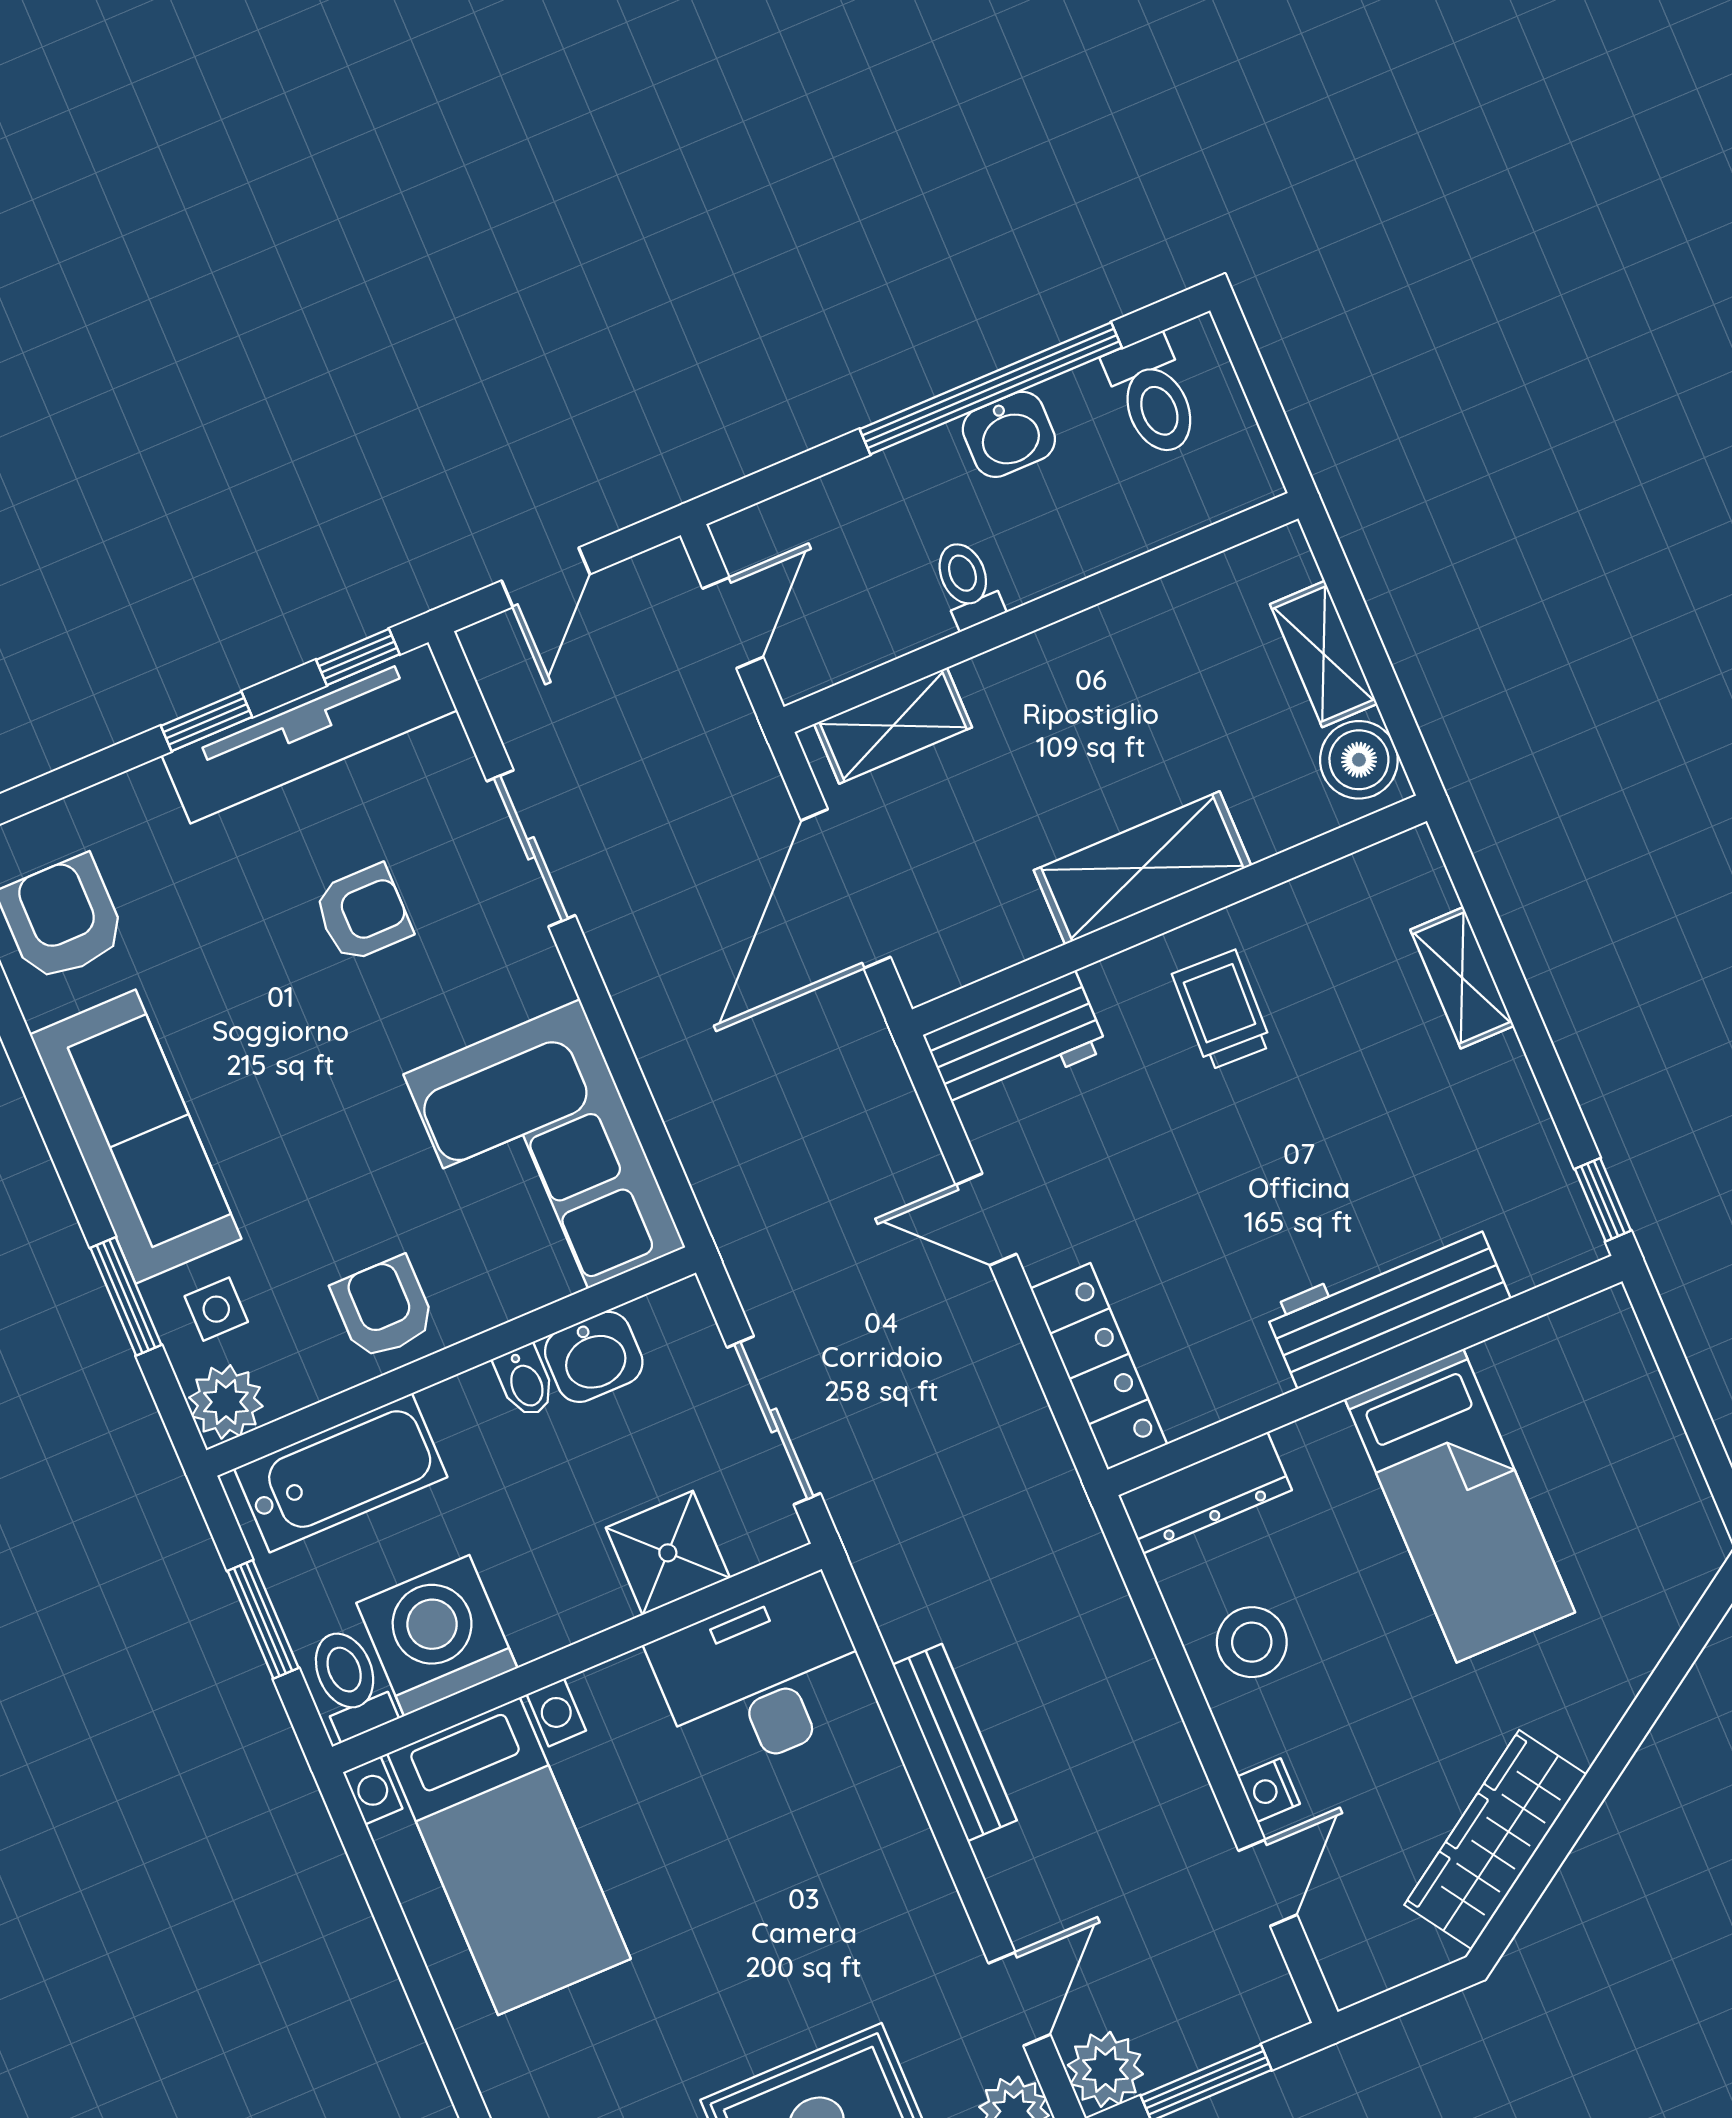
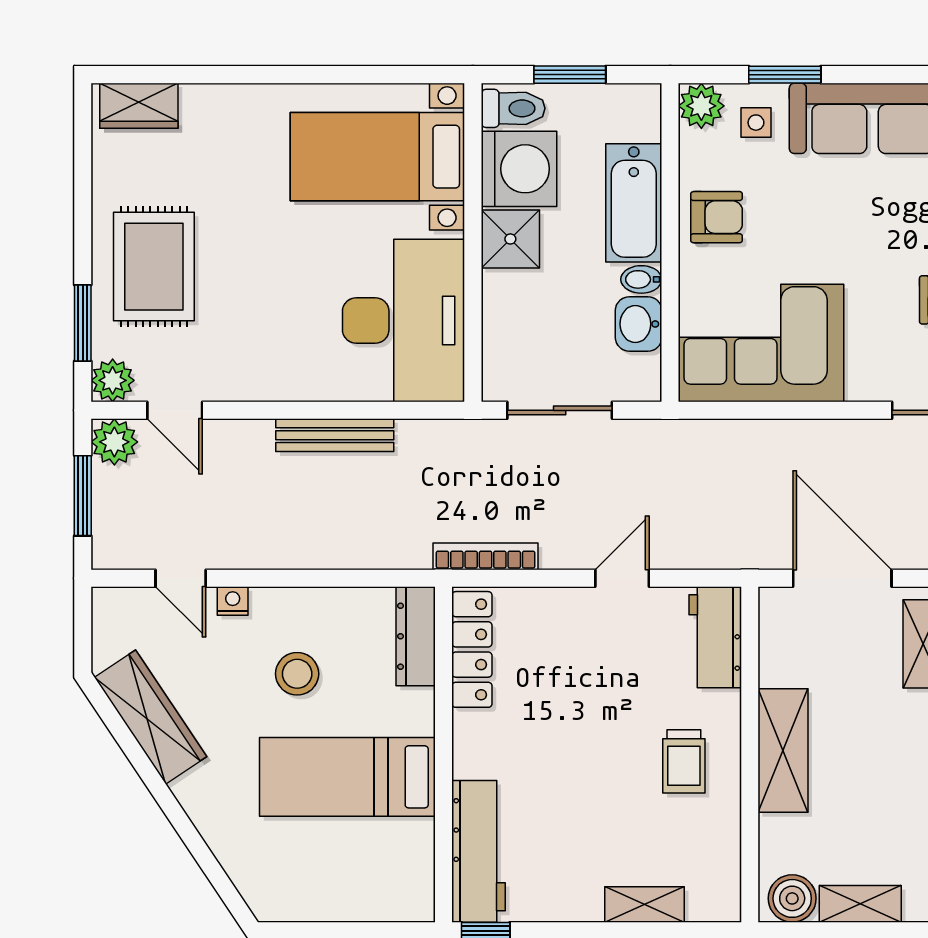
trolley: (1222, 1010) -> (684, 761), turned 88
workbench: (1387, 1304) -> (479, 851), moved
locker: (1099, 1366) -> (472, 649), moved, turned -90
bookcase: (1041, 1439) -> (486, 556), added
bathtub: (341, 1473) -> (634, 203), moved
shower: (668, 1553) -> (510, 239), moved
stool: (1252, 1642) -> (297, 674), moved
desk: (762, 1677) -> (404, 320), width x1.36, depth x1.30

